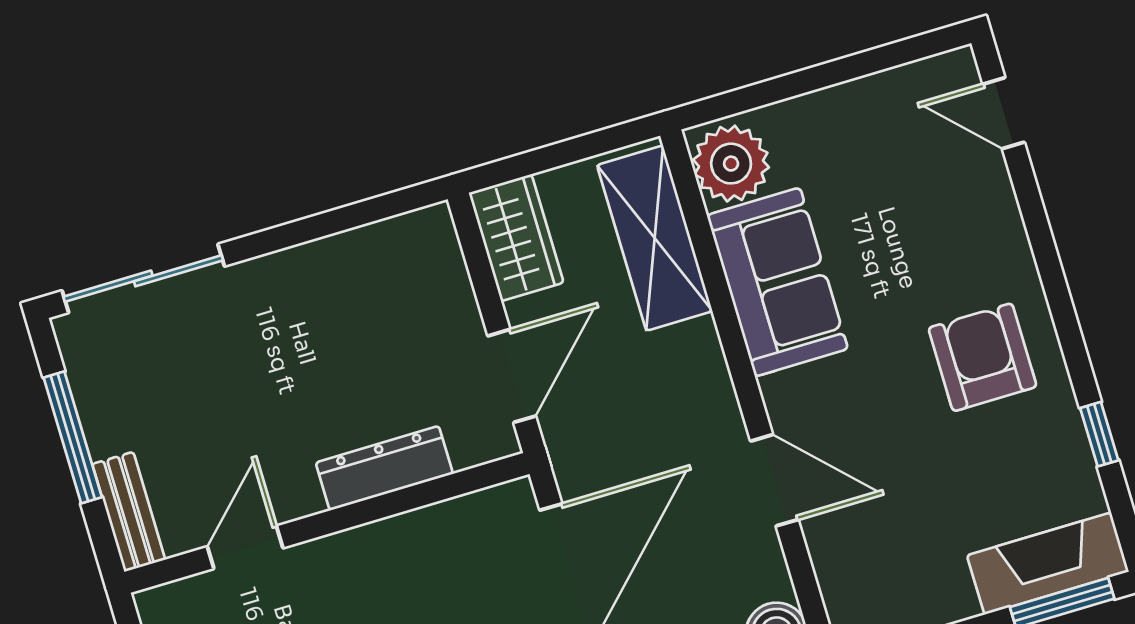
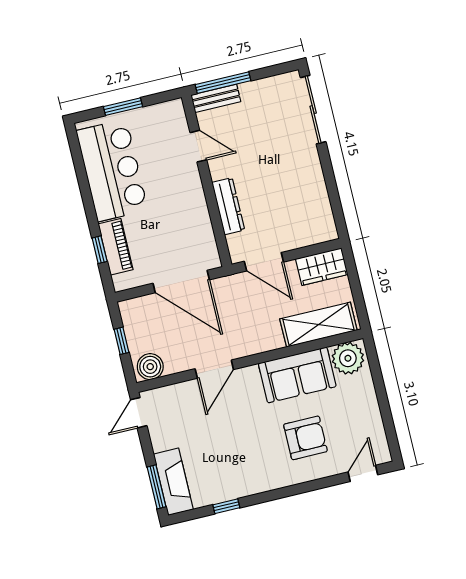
armchair: (983, 357) -> (305, 438), moved
window: (73, 437) -> (223, 83), moved

